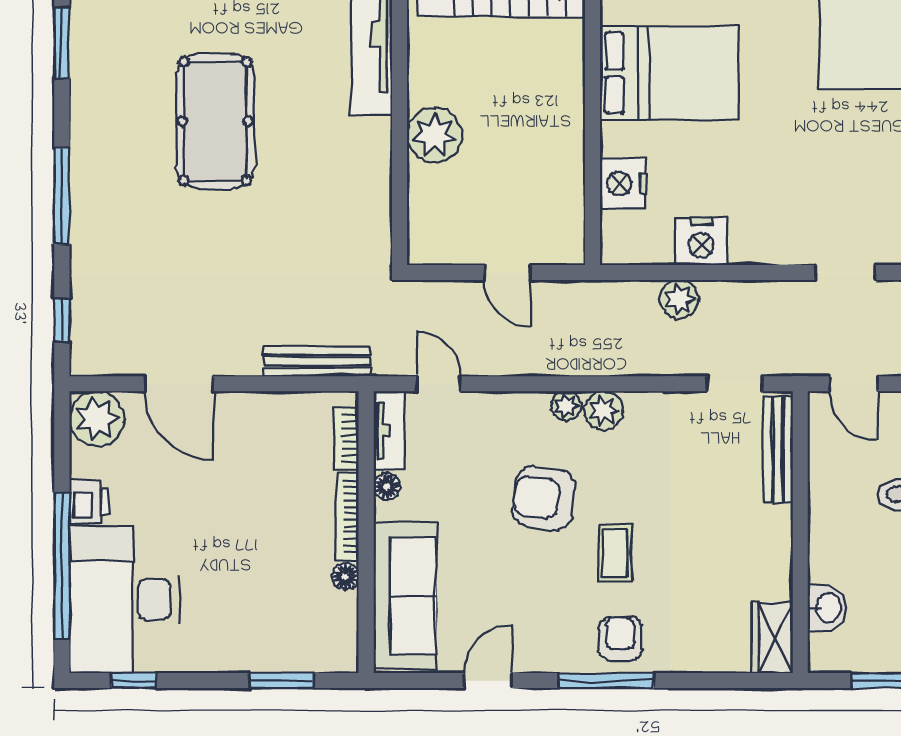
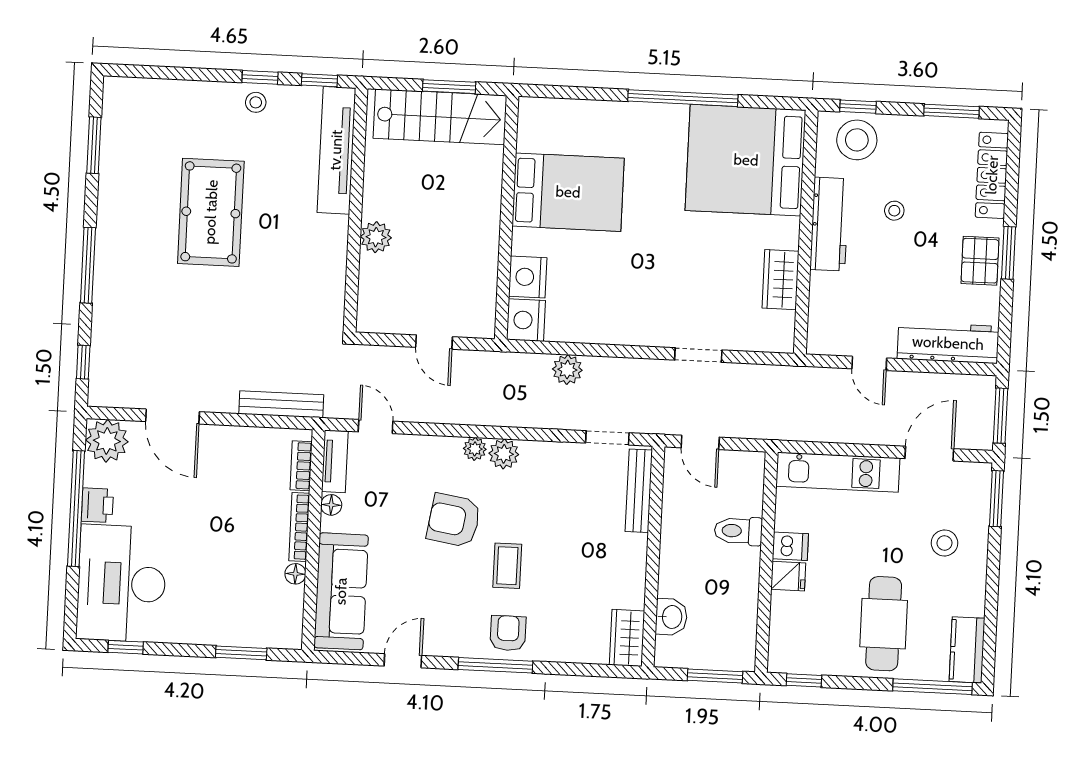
plant: (434, 135) -> (376, 237), width x0.73, depth x0.73
nightstand: (701, 241) -> (526, 320), moved, turned 90
window: (62, 566) -> (76, 509), moved

